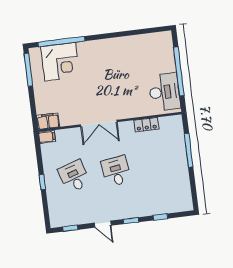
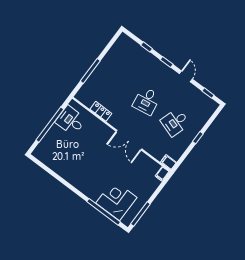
desk: (164, 92) -> (71, 121), width x0.73
filing cabinet: (48, 121) -> (162, 174), width x0.50
double door: (99, 123) -> (129, 140), swing flipped
desk: (74, 176) -> (175, 122), turned 36

